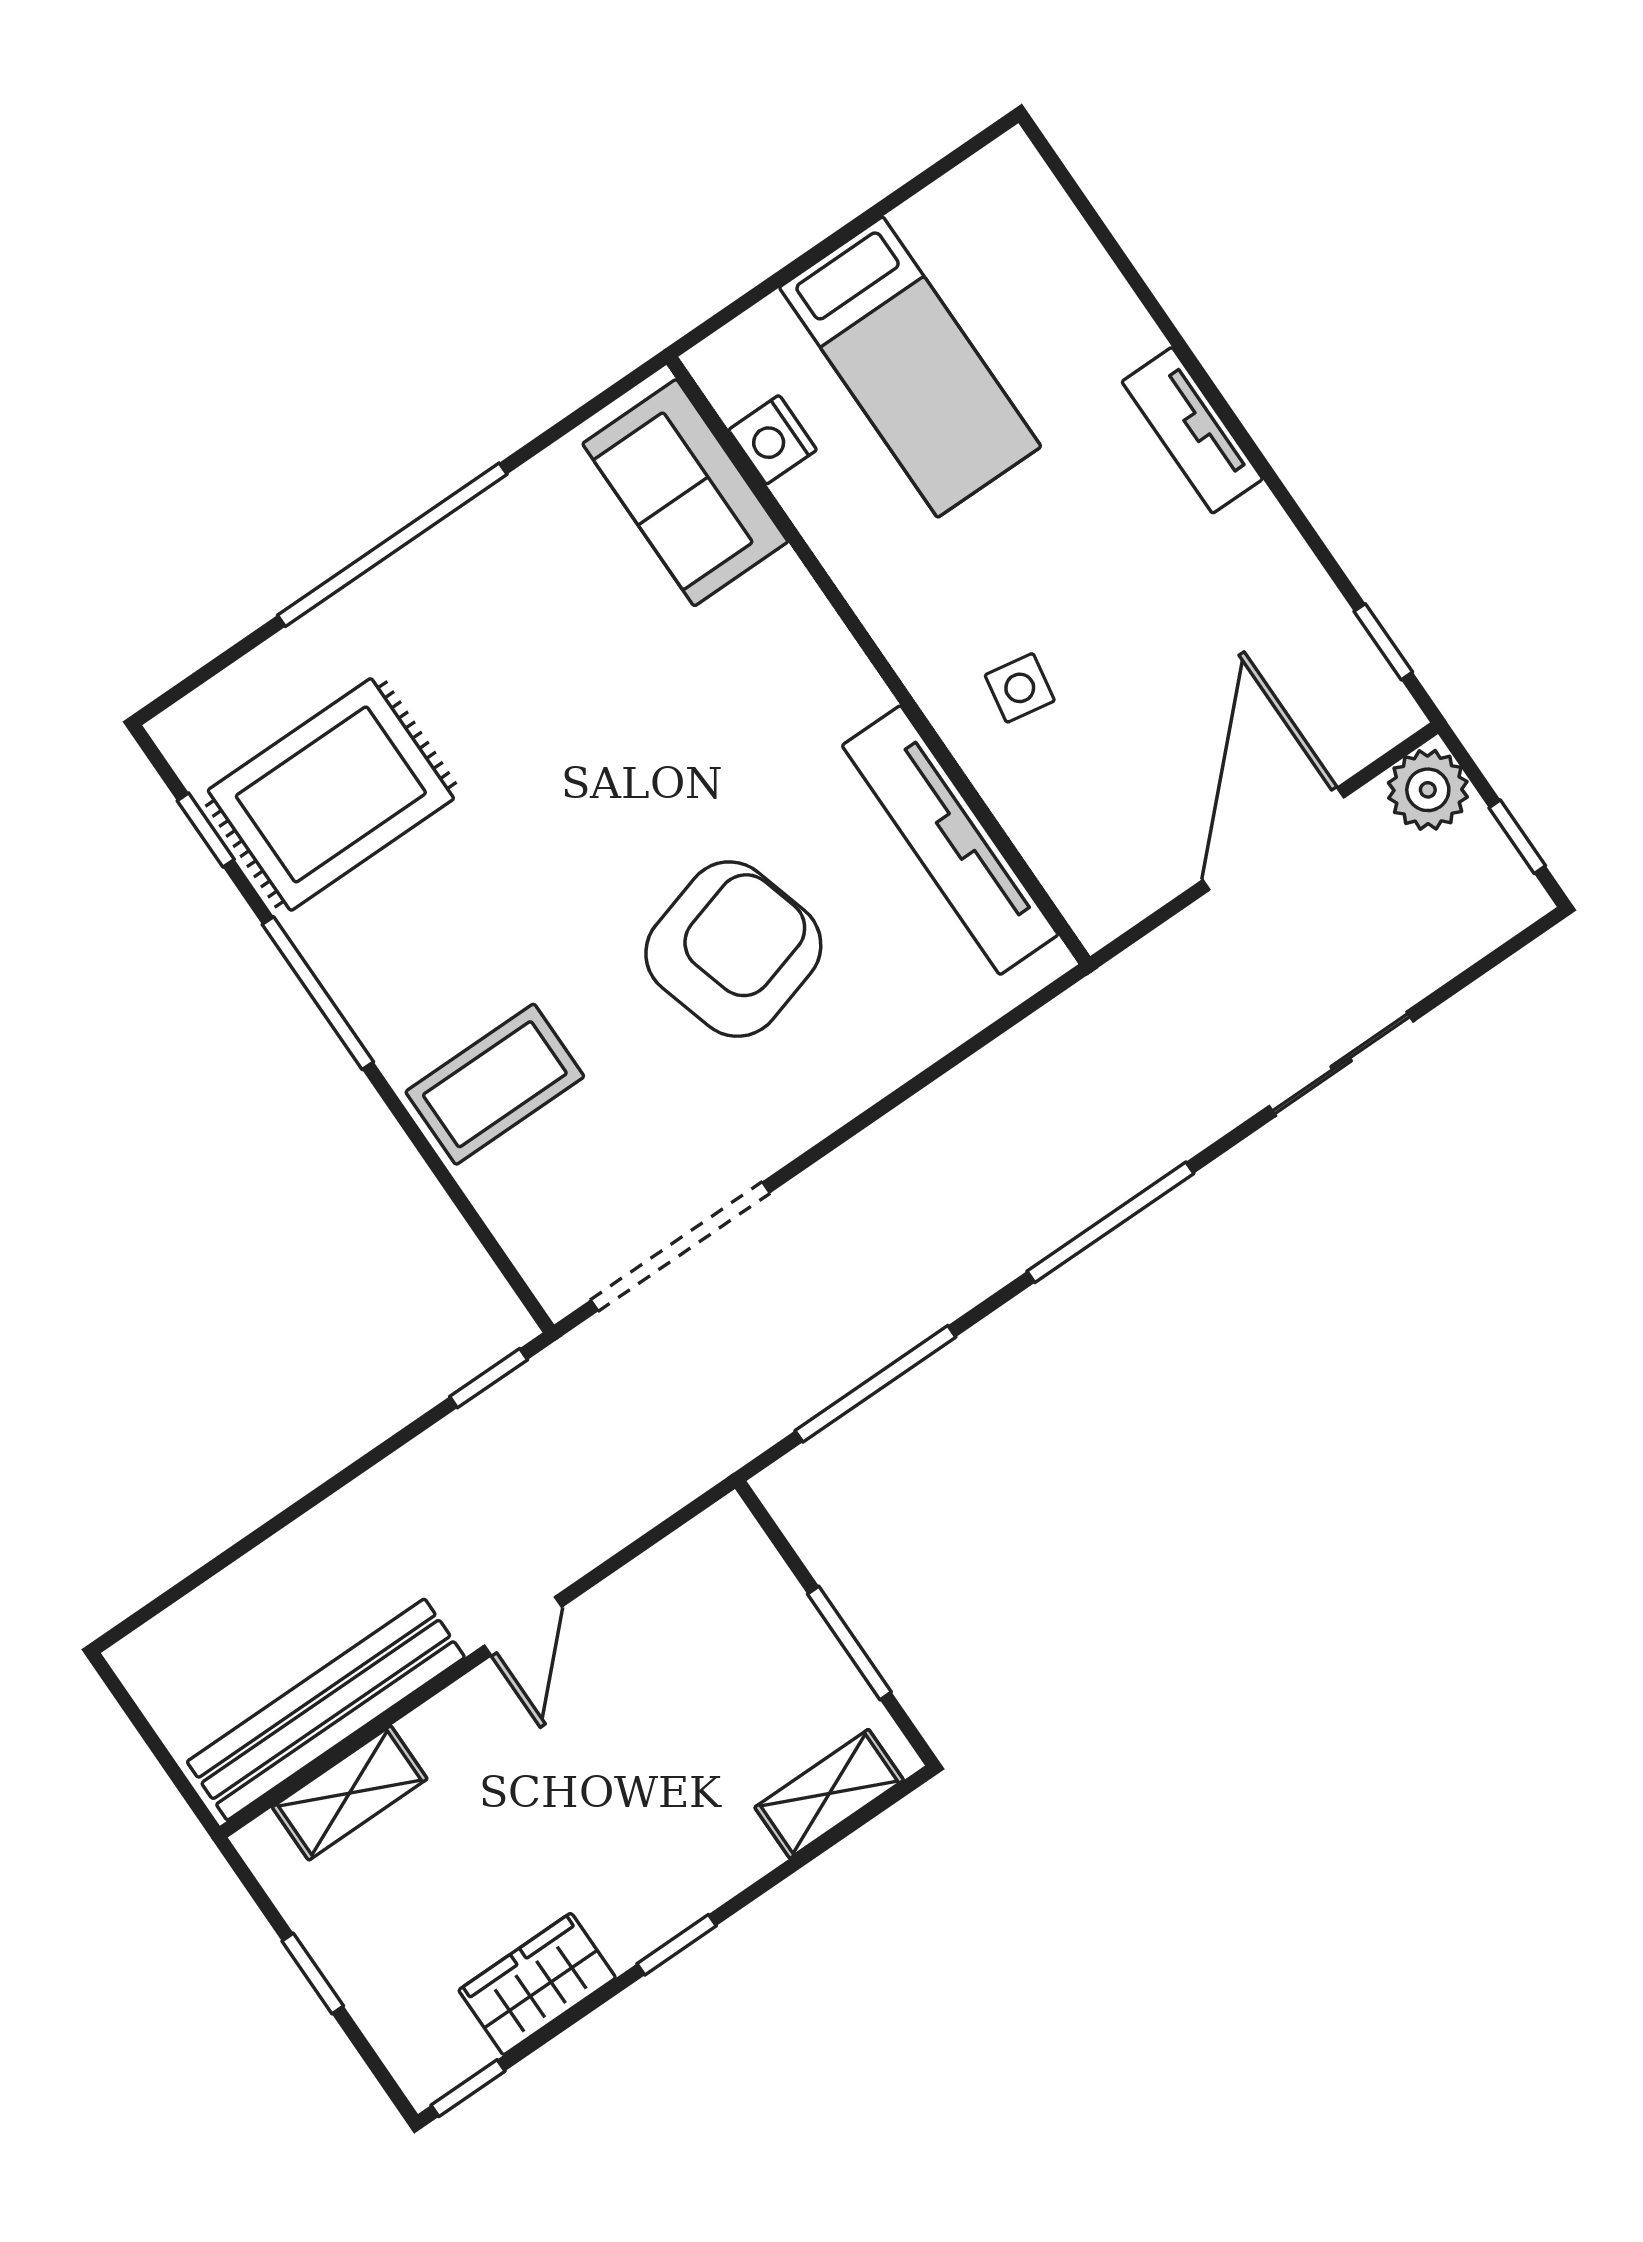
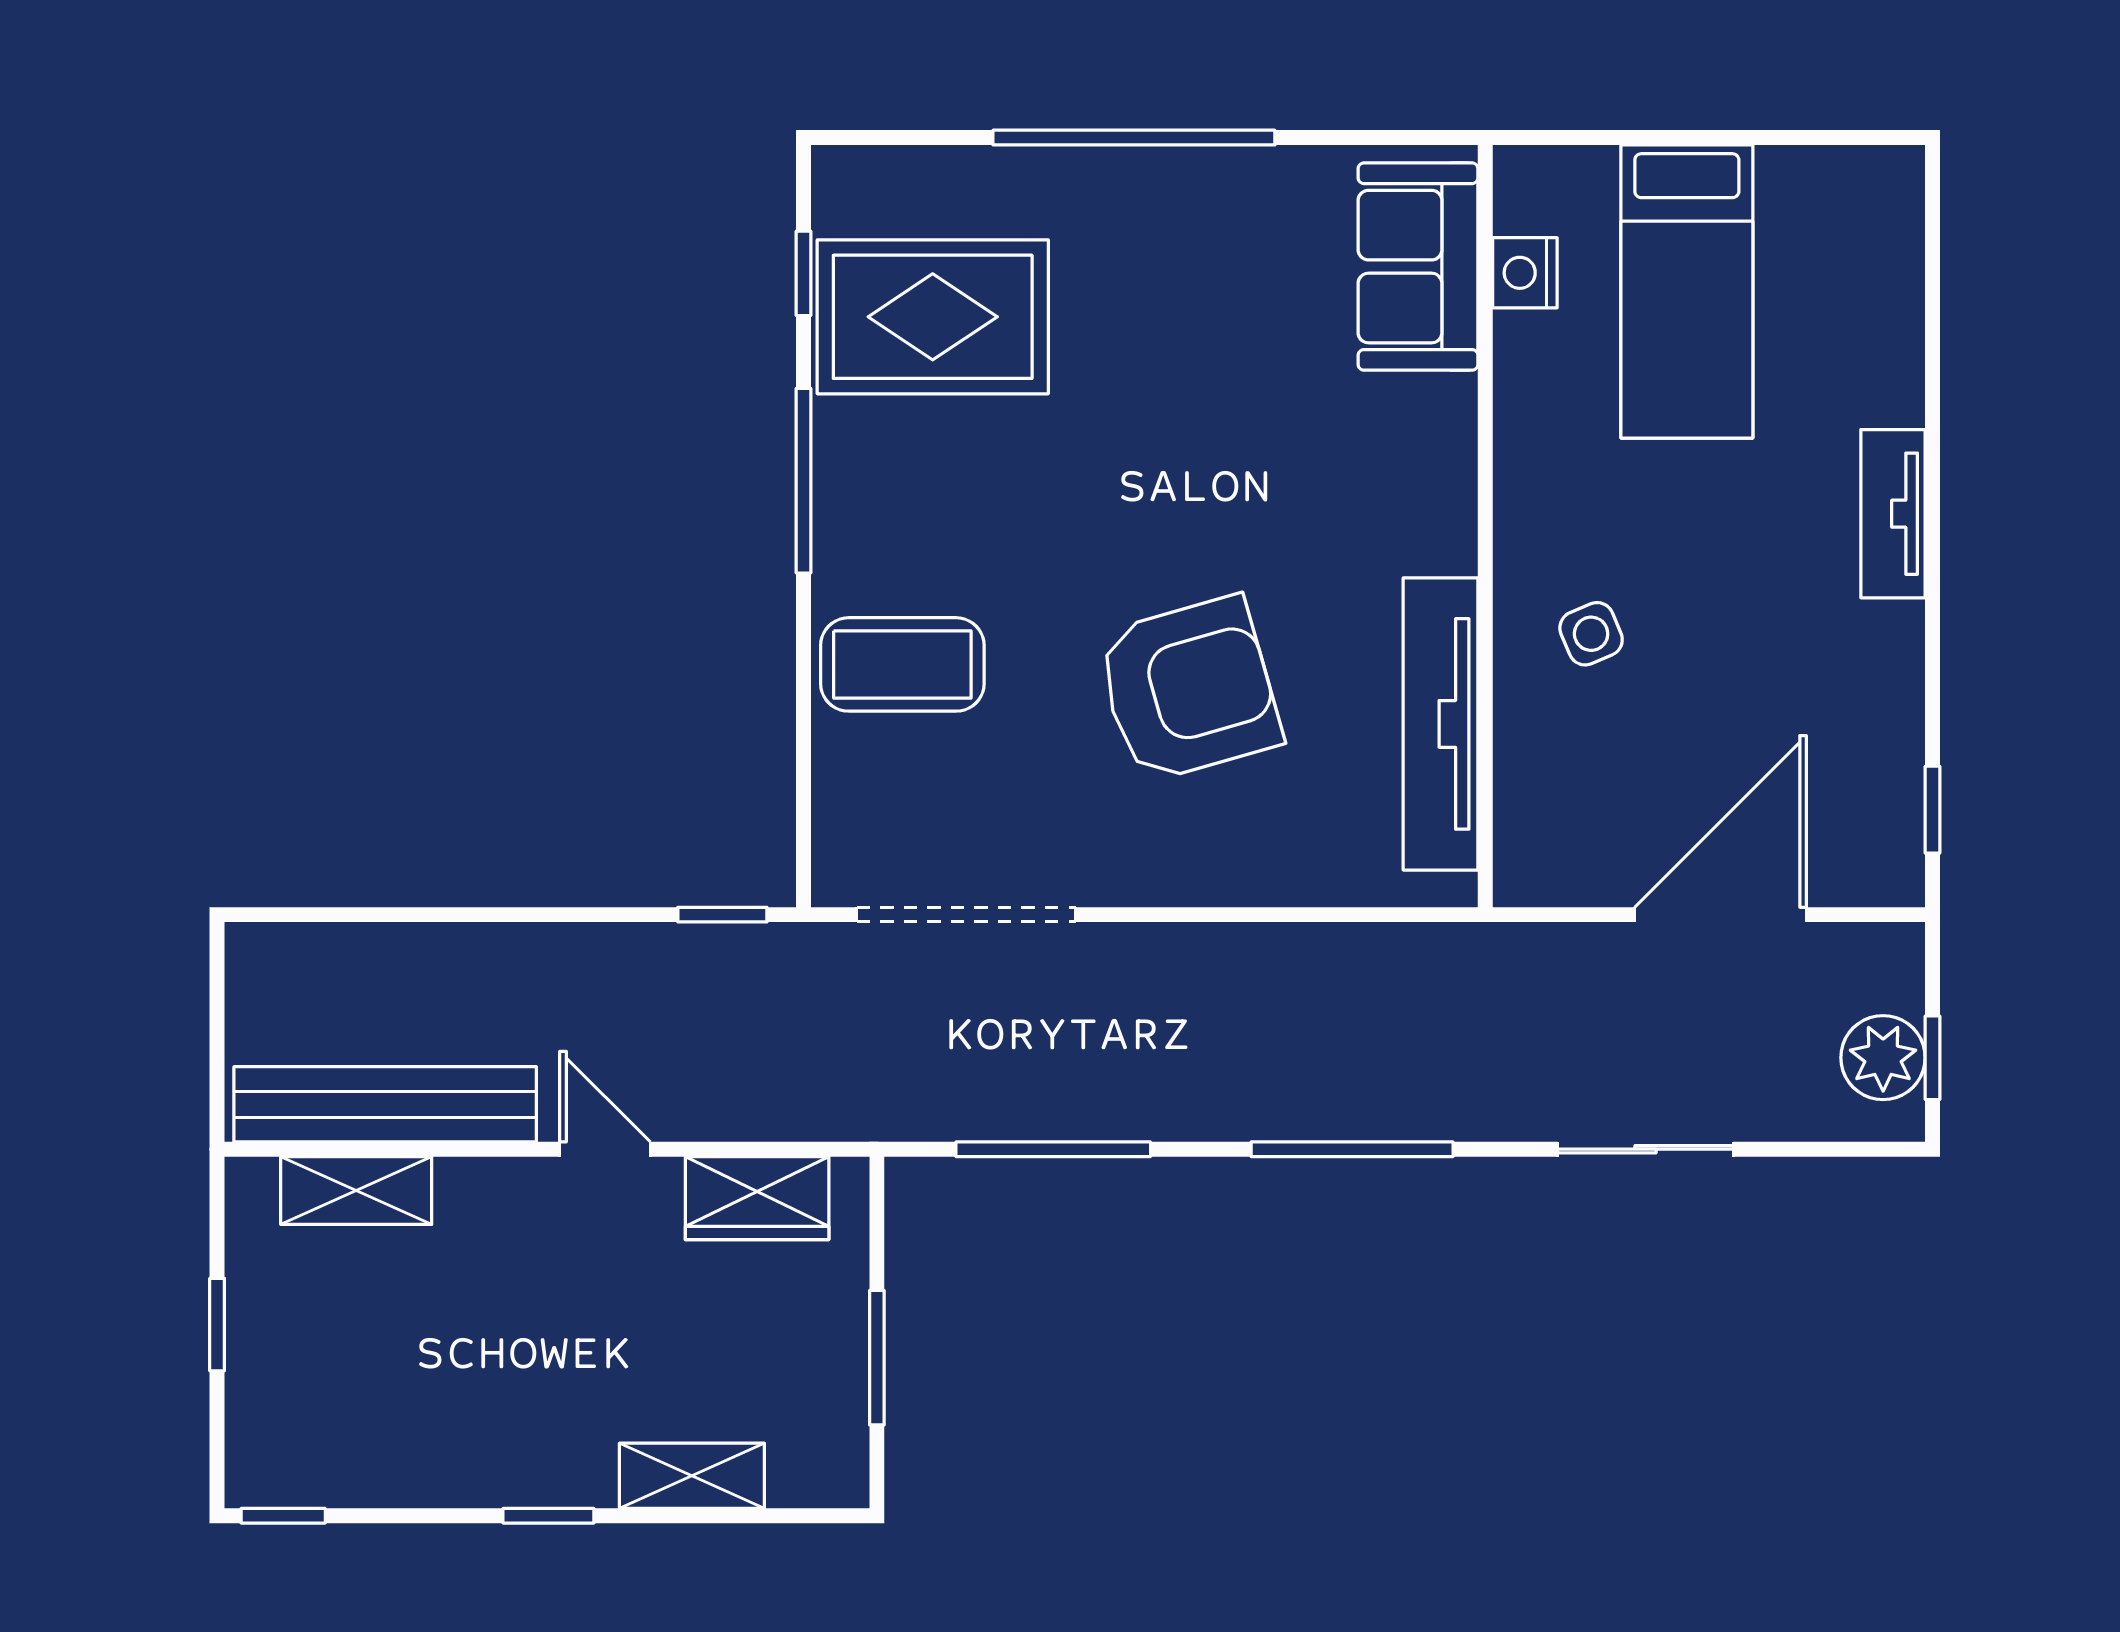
side table: (1020, 688) -> (1591, 634), turned -33
plant: (1428, 790) -> (1883, 1058), moved
door: (523, 1626) -> (605, 1149), swing flipped
shelving: (829, 1794) -> (692, 1476), moved
wardrobe: (537, 1984) -> (757, 1198), moved, turned 180

